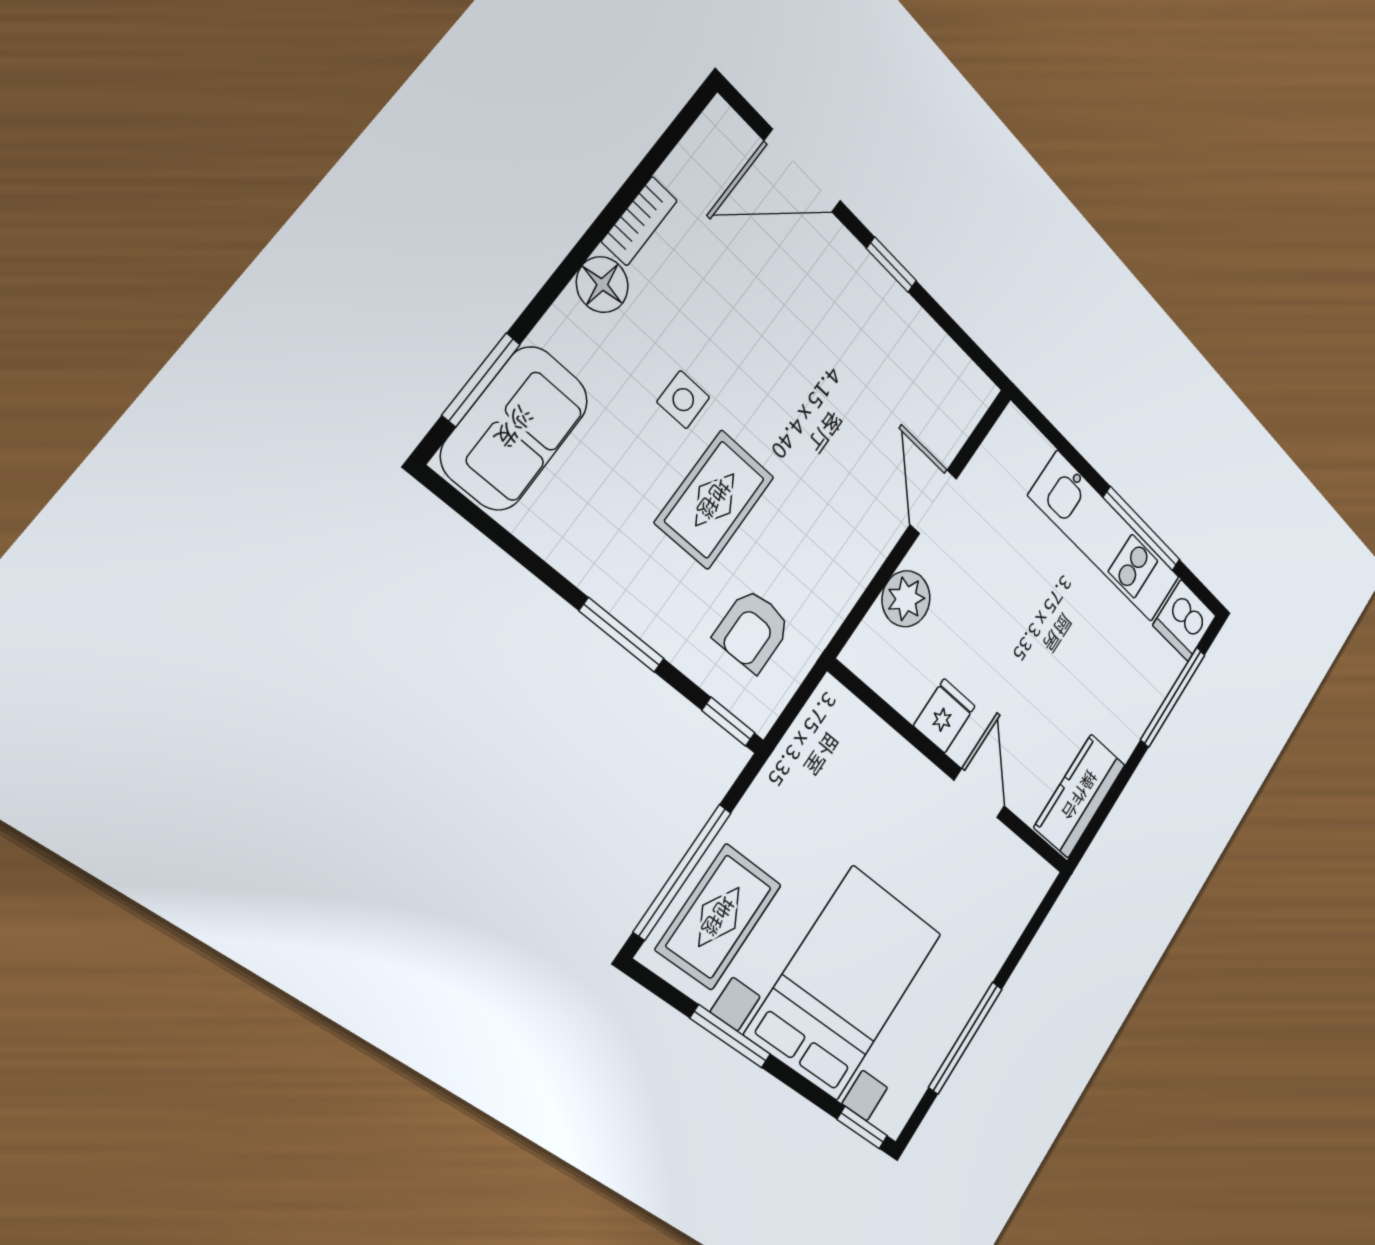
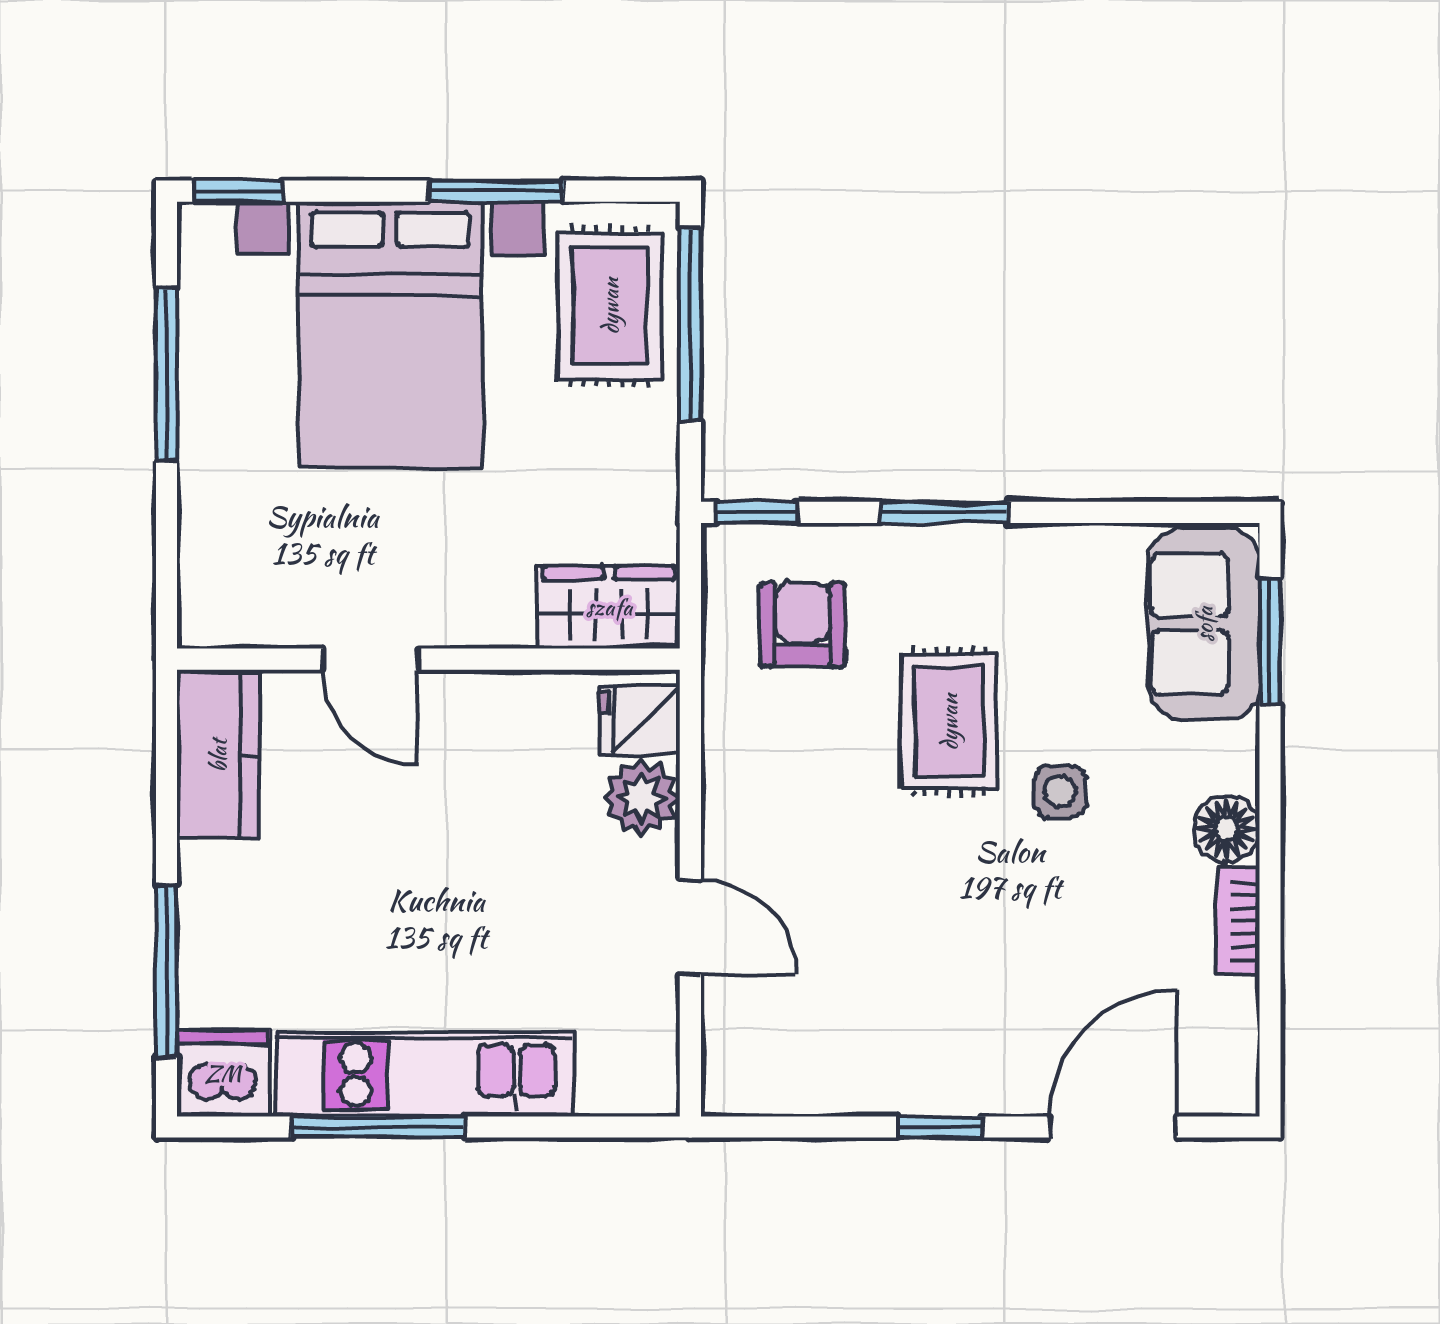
fridge: (944, 716) -> (639, 720), moved, turned 90
wardrobe: (846, 727) -> (609, 607), added

